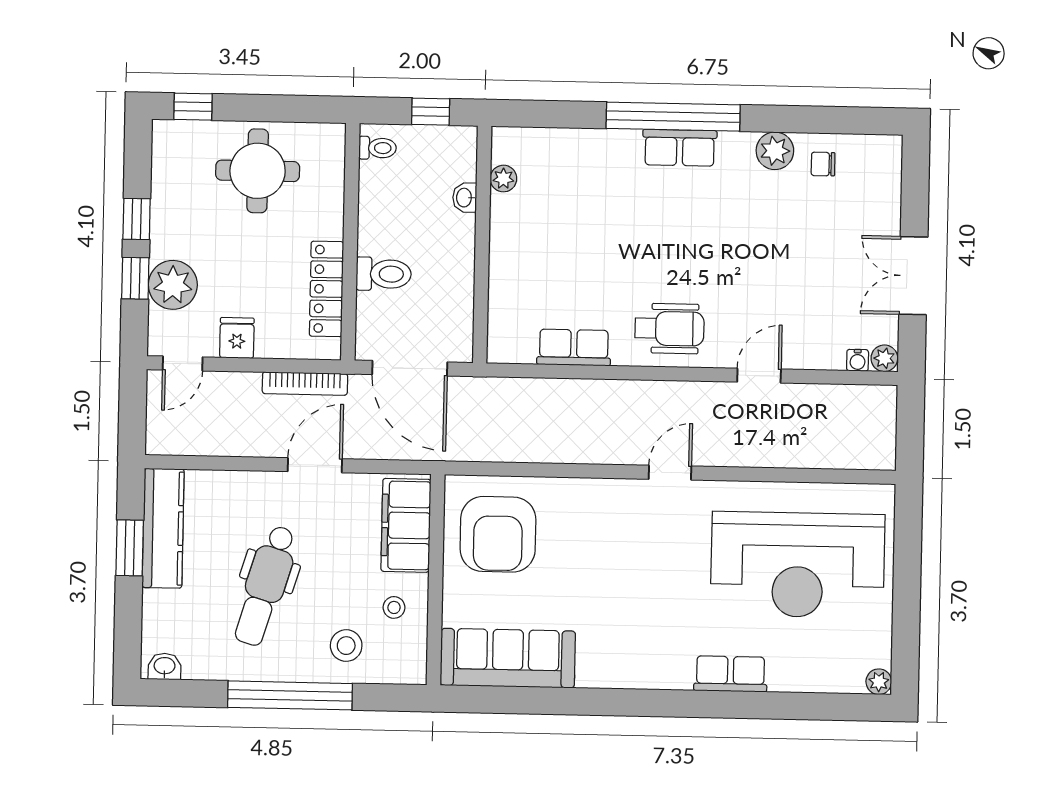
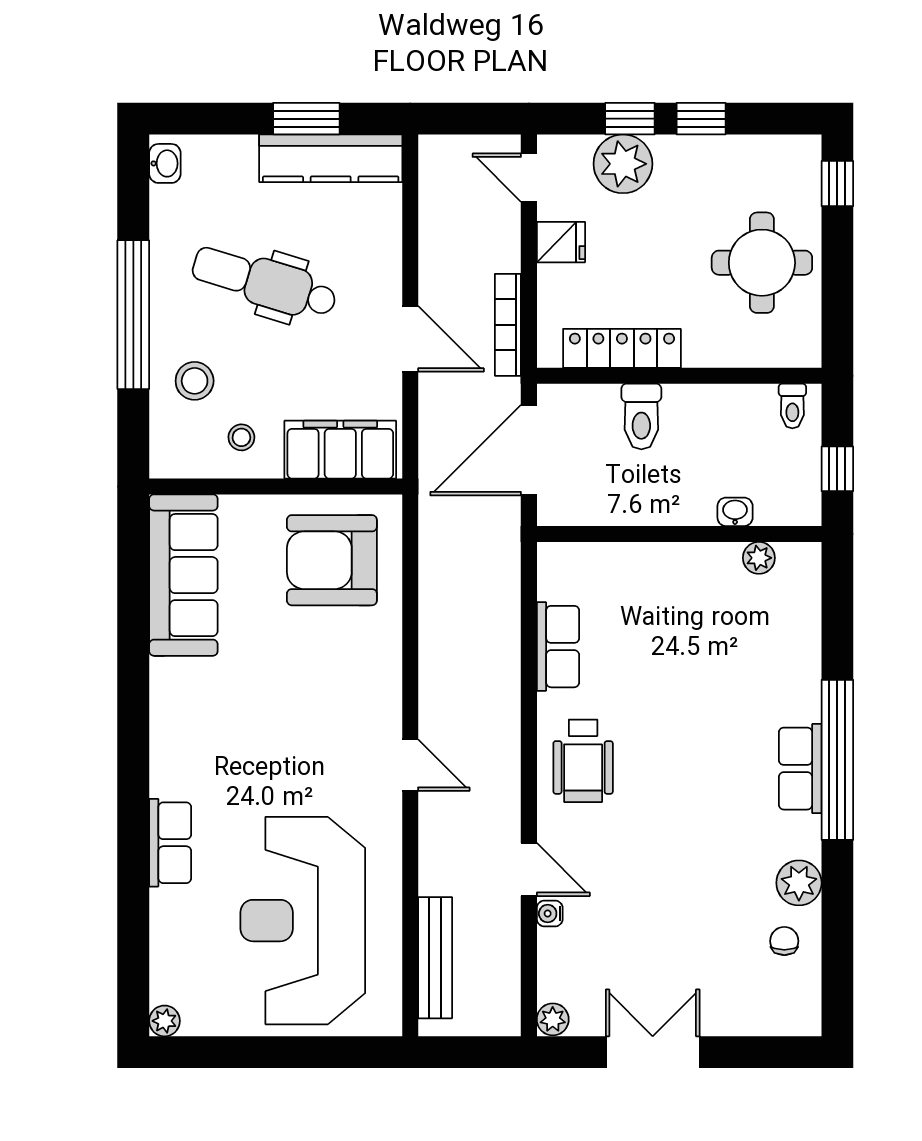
water cooler: (858, 360) -> (550, 914), moved
bench: (831, 455) -> (435, 958), added

